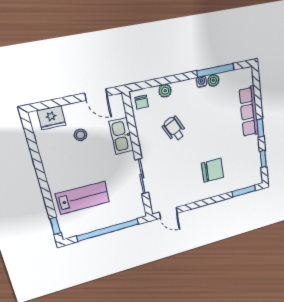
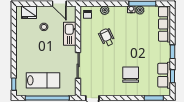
row of seats: (249, 112) -> (164, 24), moved
row of seats: (253, 160) -> (164, 75), added
chair: (212, 170) -> (131, 75), turned -90
lab bench: (83, 198) -> (43, 80), moved

